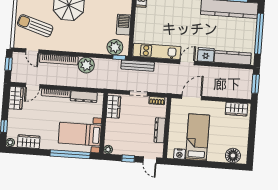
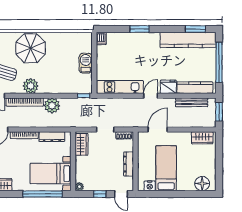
plant: (115, 47) -> (31, 86), moved
bench: (138, 66) -> (192, 102), moved

